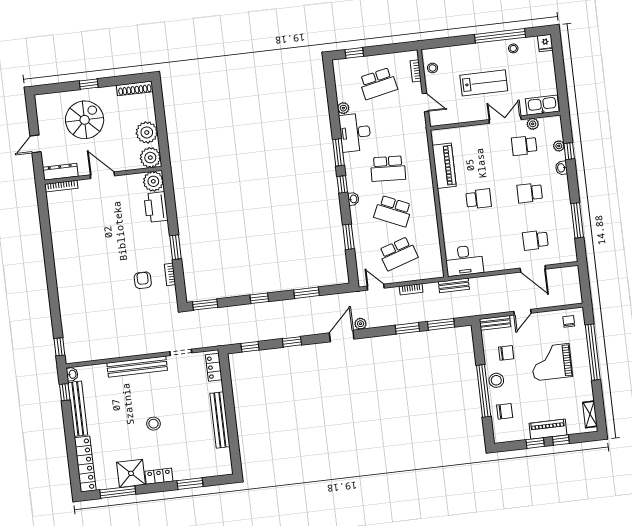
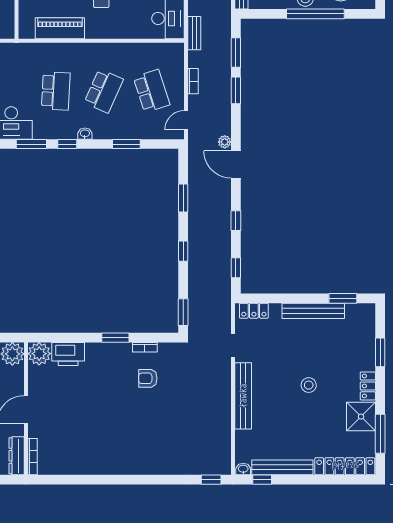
window: (234, 445) -> (343, 298), added

